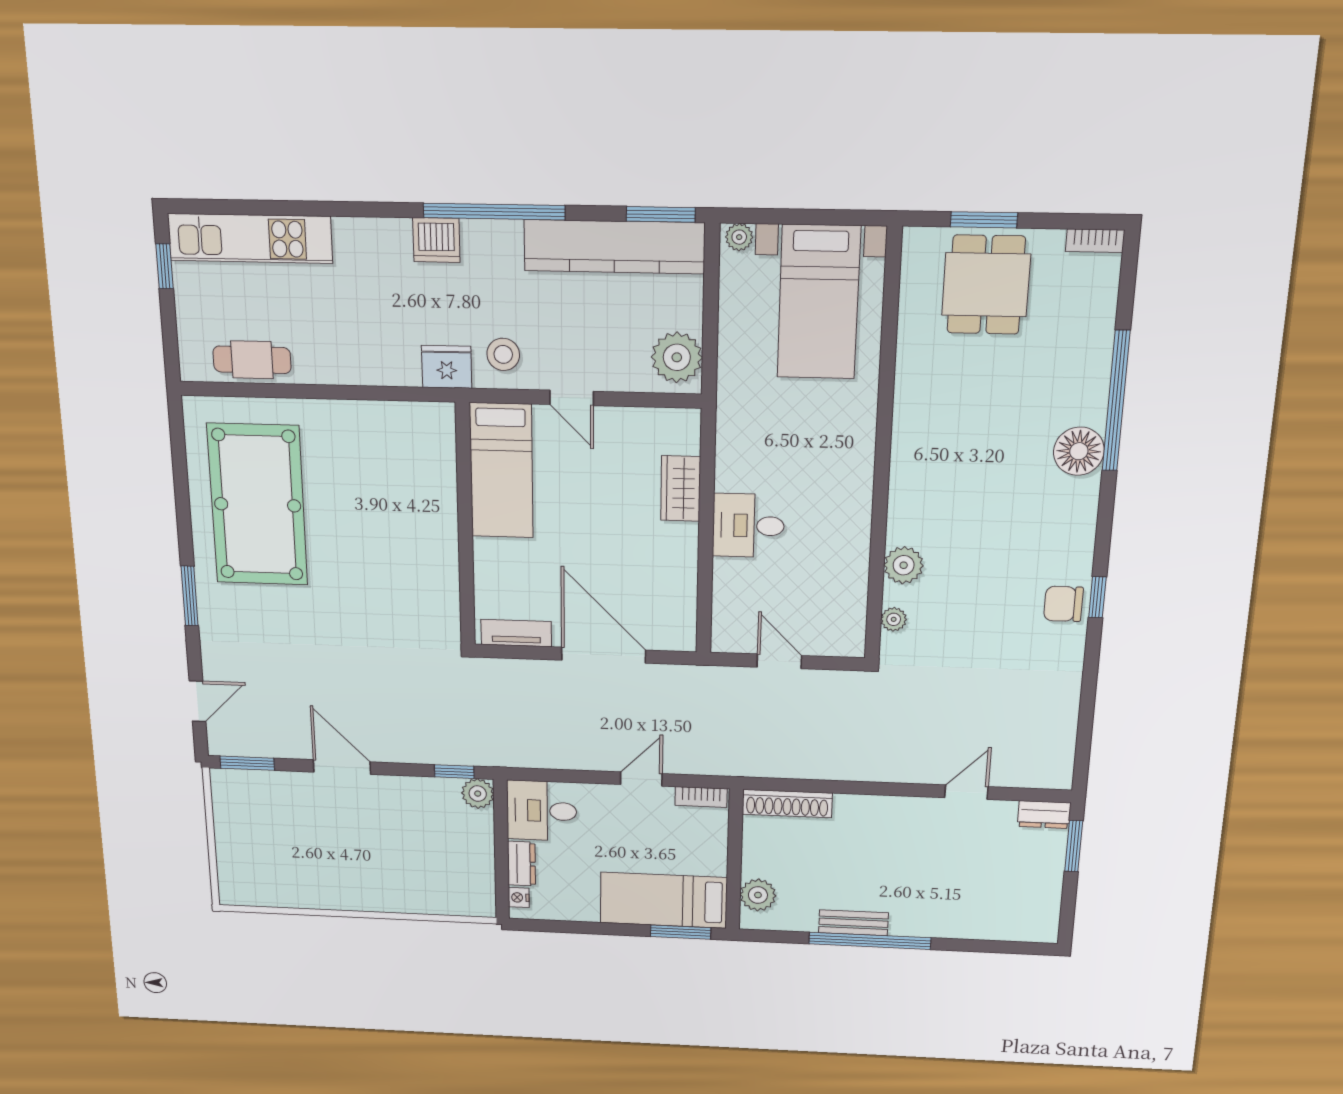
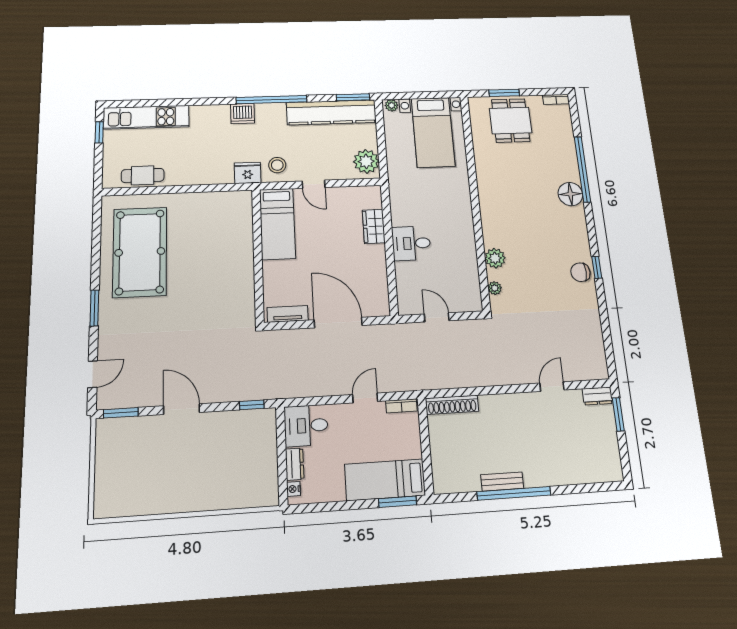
plant: (478, 794) -> (266, 418), removed
plant: (758, 895) -> (442, 469), removed

